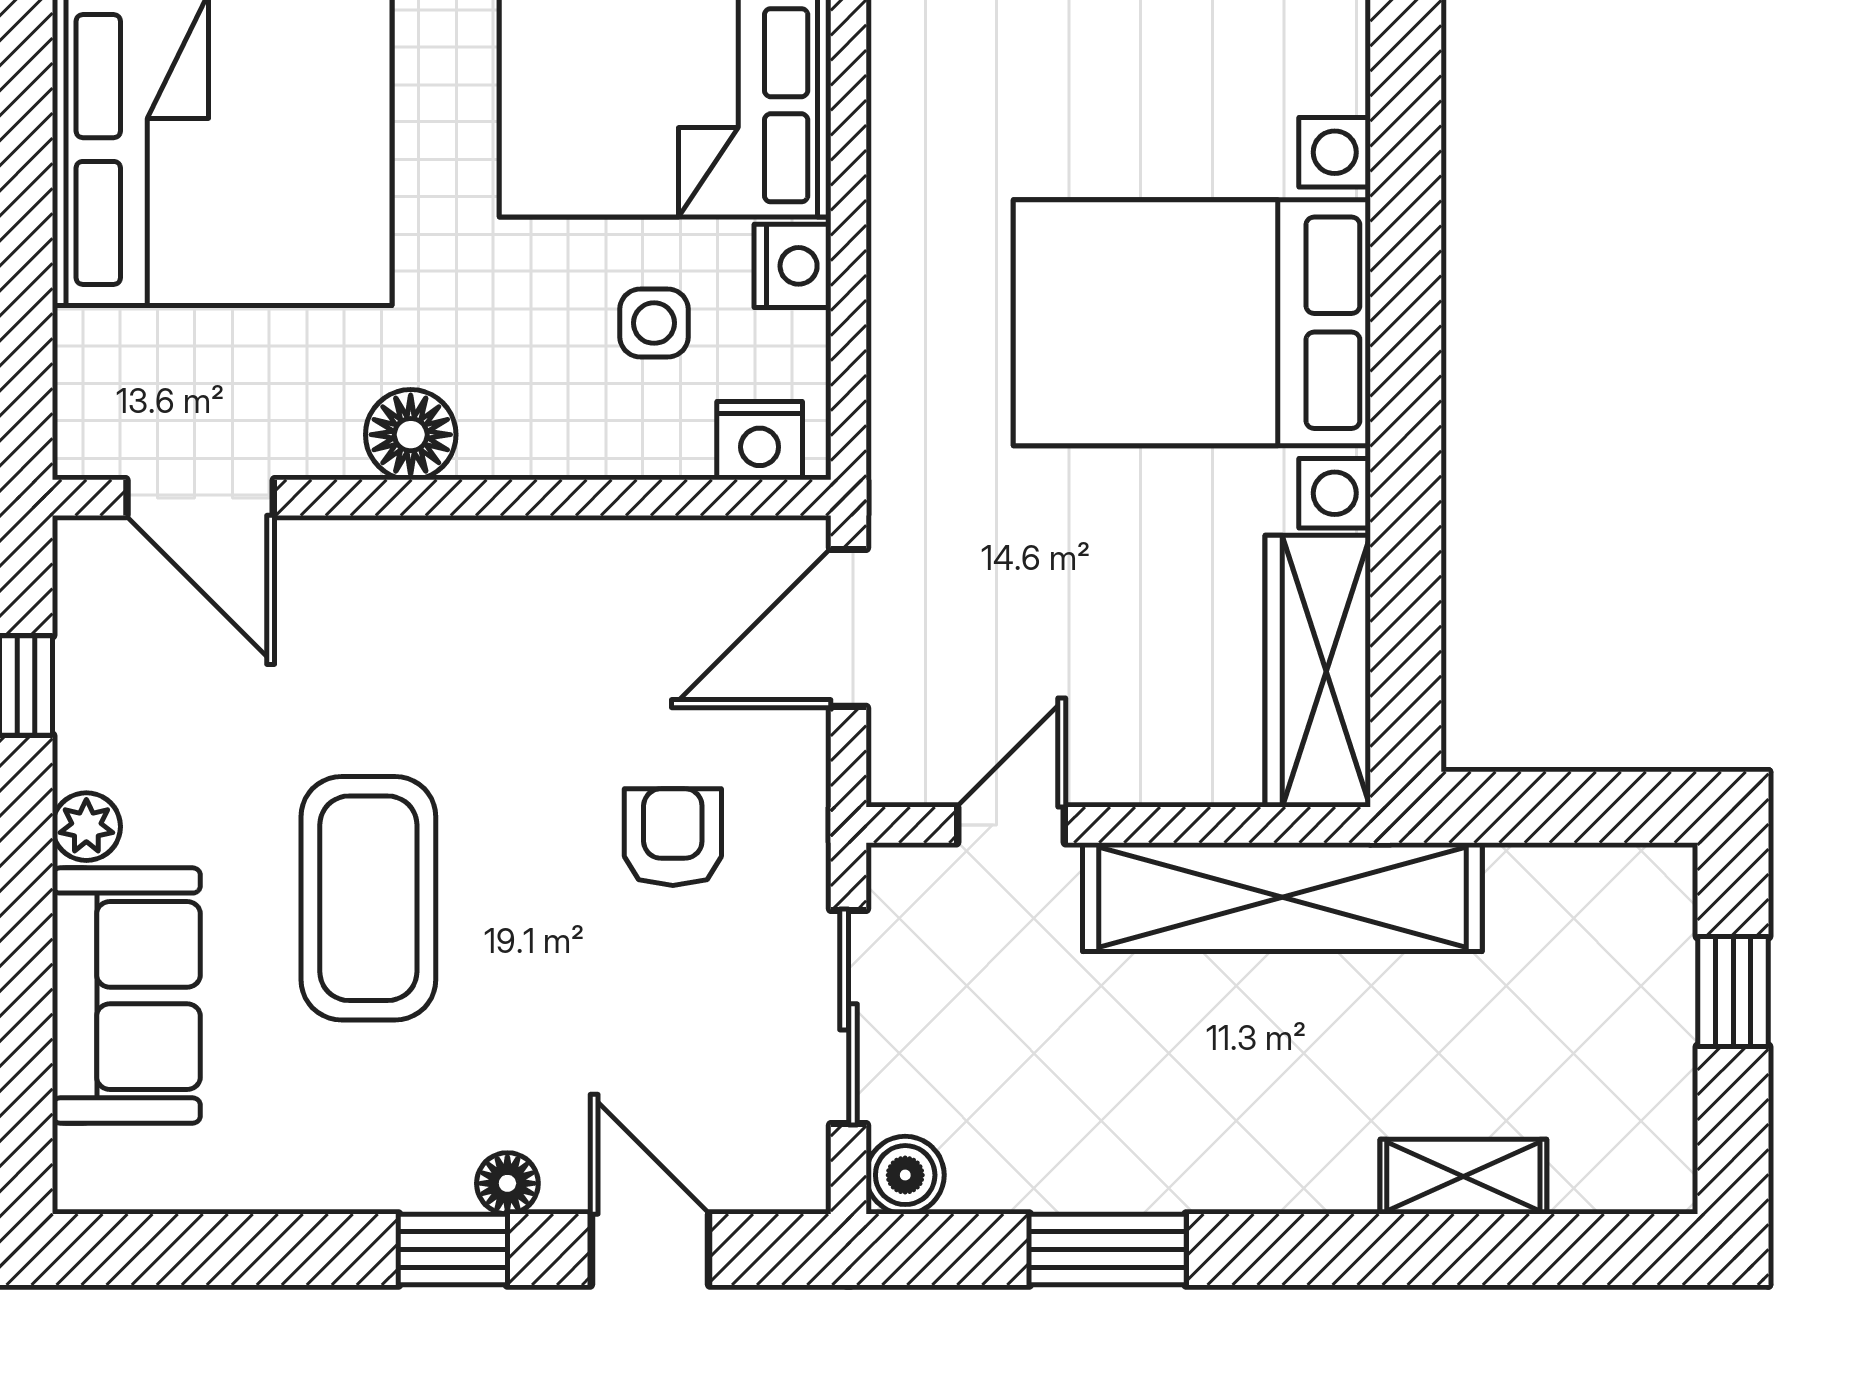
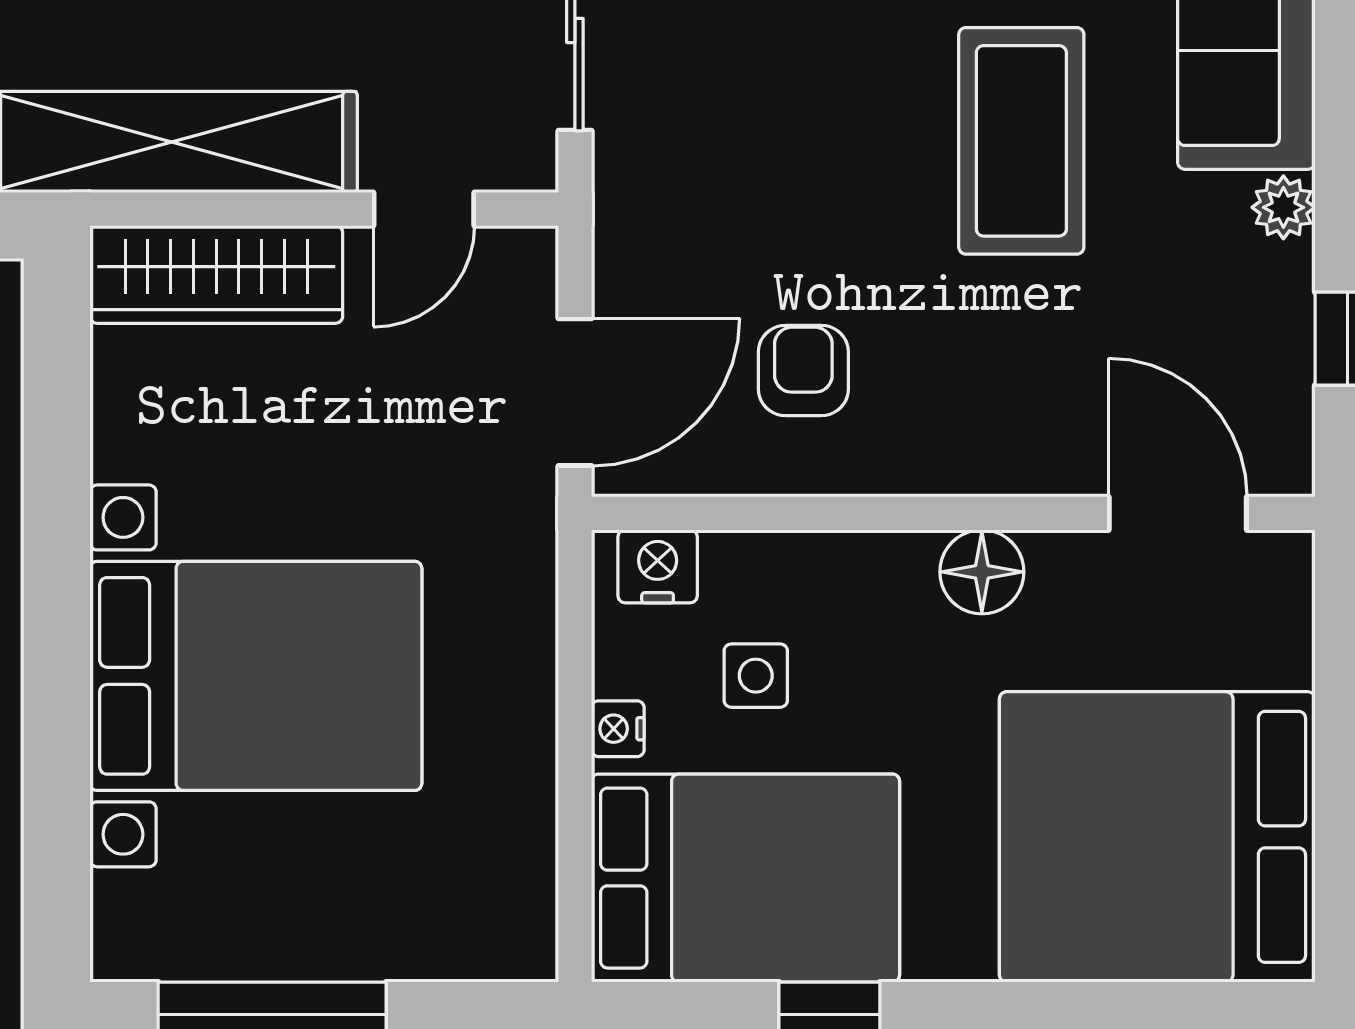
nightstand: (792, 266) -> (618, 729), width x0.72, depth x0.74
wardrobe: (1318, 671) -> (216, 274), moved, turned 90
armchair: (673, 837) -> (803, 371), moved, turned 180

